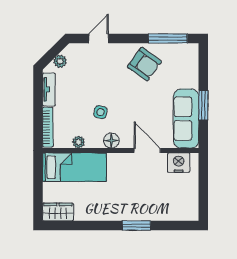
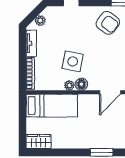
side table: (101, 112) -> (73, 61), width x1.87, depth x1.87
plant: (79, 142) -> (69, 85), moved
door: (147, 151) -> (110, 92), swing flipped

